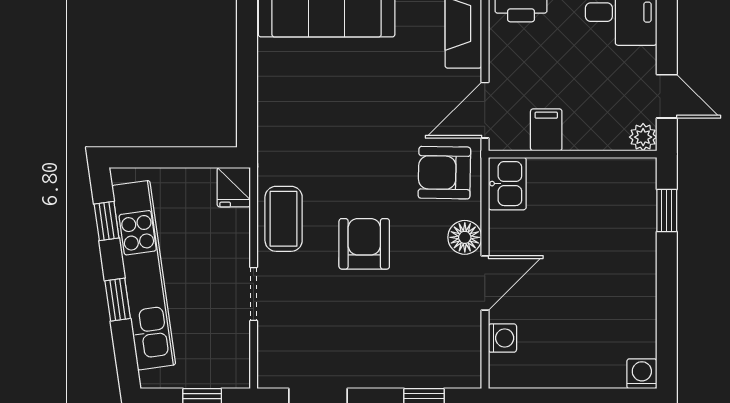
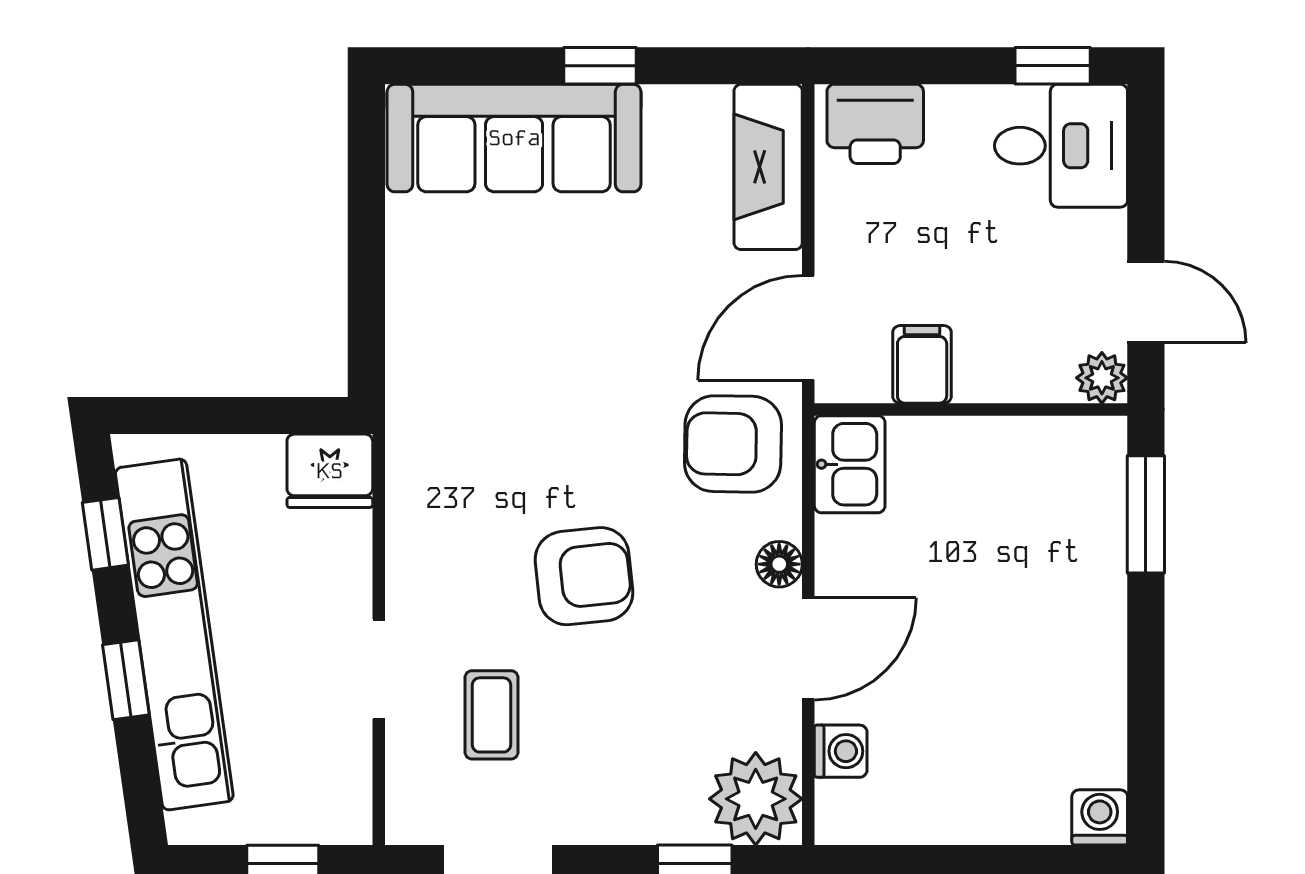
fridge: (234, 187) -> (330, 471), width x1.38
window: (667, 211) -> (1146, 514), width x1.50
coffee table: (284, 219) -> (492, 715), moved, width x0.73, depth x0.77
floor lamp: (465, 237) -> (779, 564), width x0.73, depth x0.73
armchair: (364, 244) -> (584, 576), turned 84
plant: (457, 364) -> (756, 799), added

